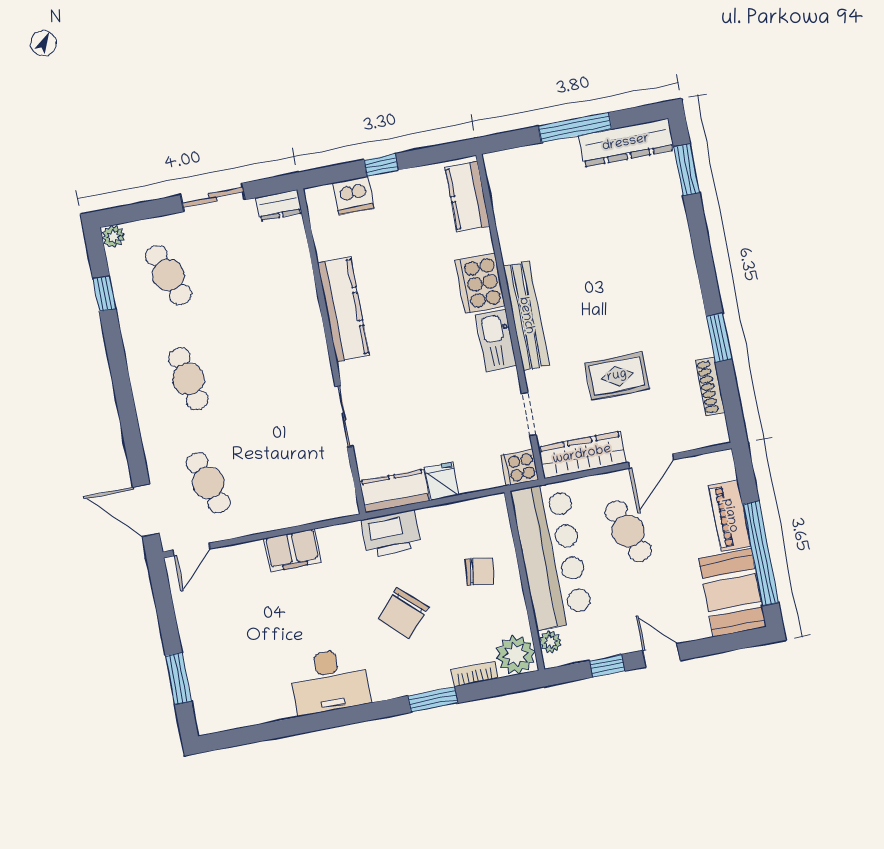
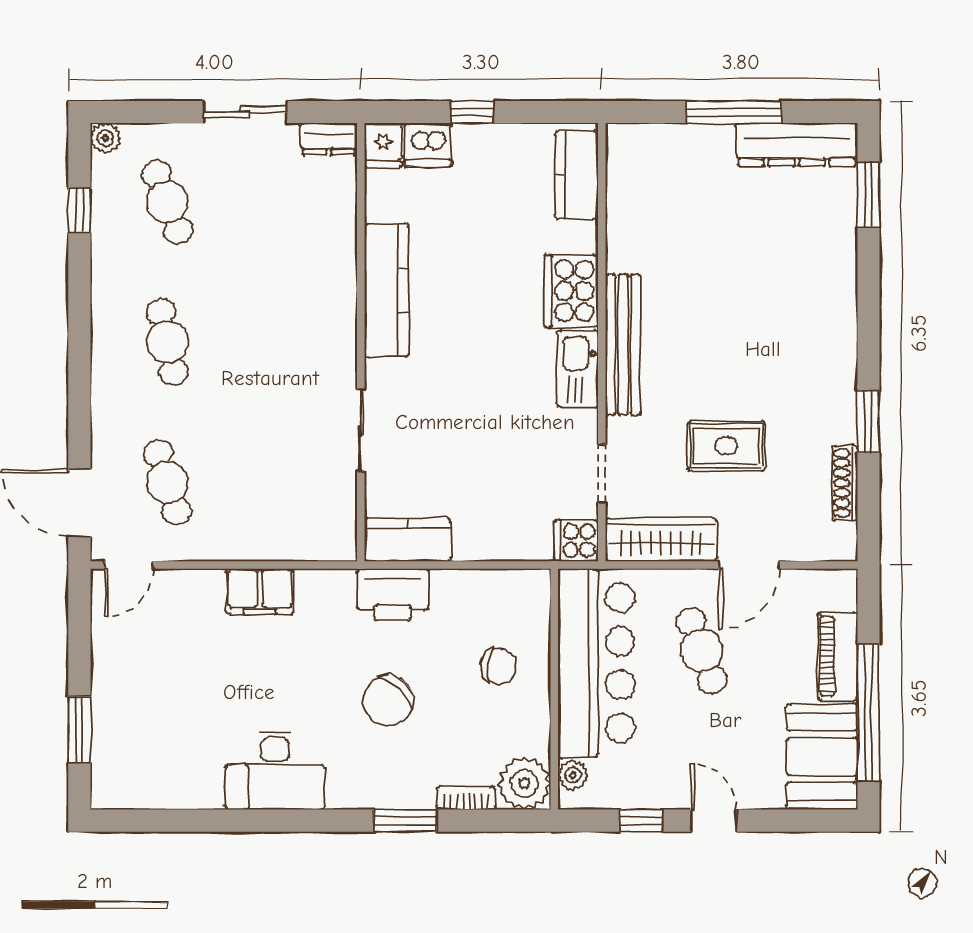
fridge: (442, 481) -> (383, 145), moved, turned 180

